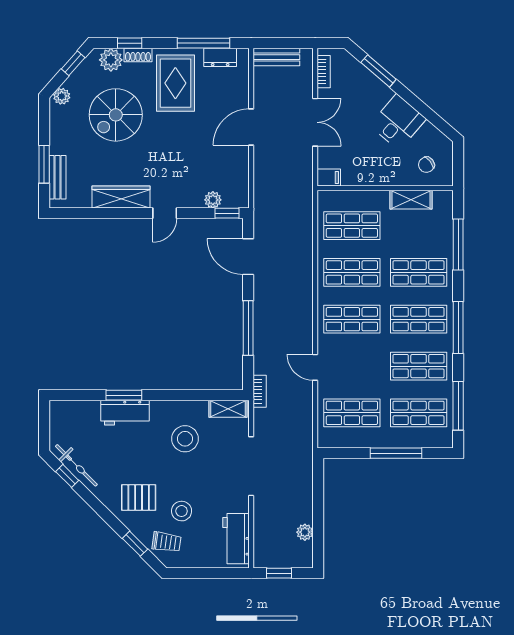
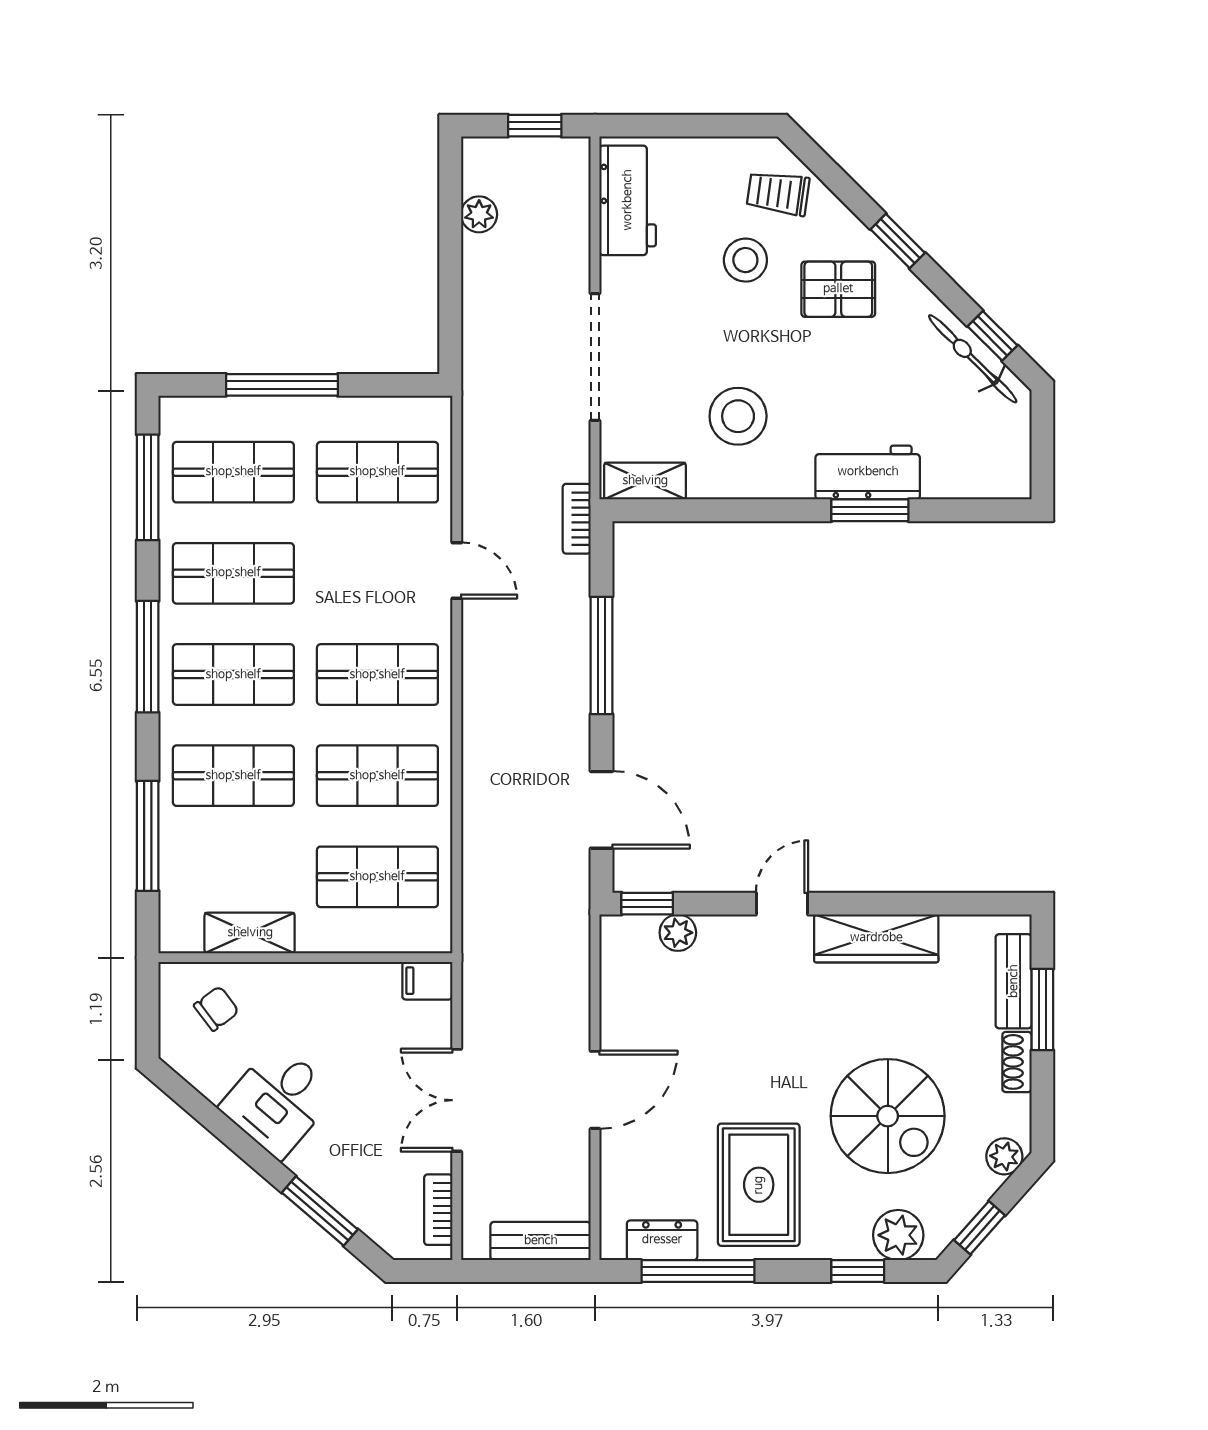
shoe rack: (138, 55) -> (1017, 1062), moved, turned -90
spiral stairs: (116, 115) -> (888, 1116), turned 90
window: (135, 544) -> (898, 241), moved

